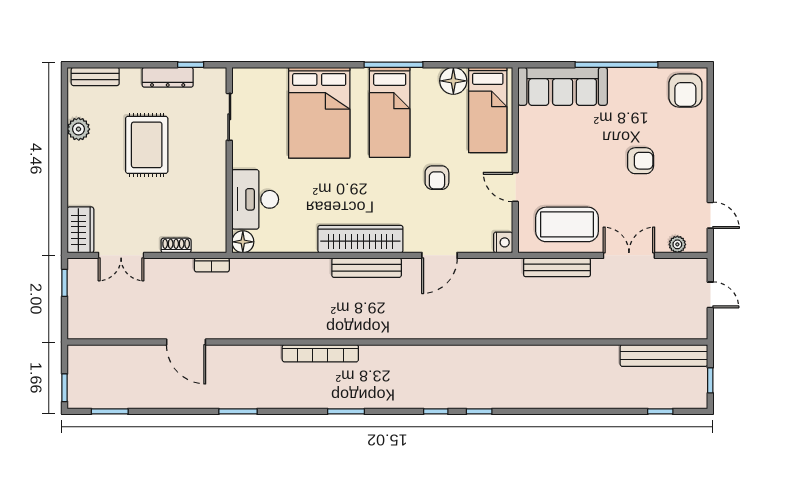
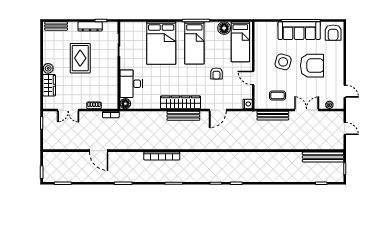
sofa: (563, 86) -> (299, 31), moved
plant: (79, 129) -> (48, 68), moved
side table: (579, 153) -> (283, 62), added
armchair: (641, 161) -> (312, 66), width x1.88, depth x1.88
coffee table: (567, 224) -> (277, 95), width x0.54, depth x0.58
wardrobe: (80, 230) -> (49, 85), moved

